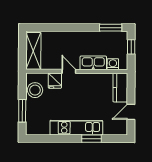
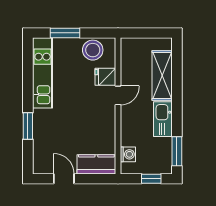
shelving: (33, 51) -> (162, 76), moved, turned 90
kitchen sink: (93, 63) -> (163, 119), moved, turned 180
kitchen unit: (76, 128) -> (43, 73), moved

